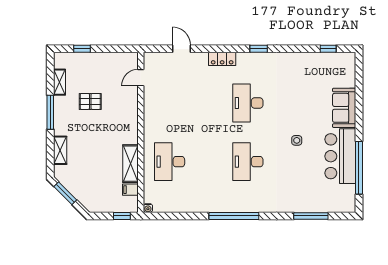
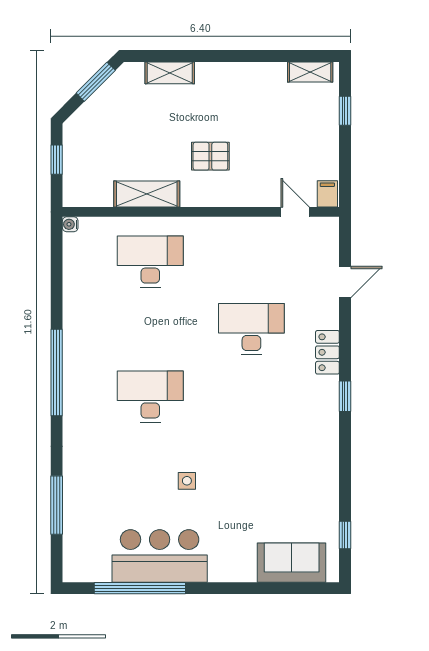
window: (259, 49) -> (345, 396), moved
shelving: (60, 82) -> (310, 72), moved
pallet: (90, 101) -> (210, 156), moved, turned 90
desk: (248, 103) -> (251, 329), moved
sofa: (344, 108) -> (292, 563), moved
window: (50, 112) -> (236, 56), removed
filing cabinet: (130, 190) -> (327, 194), moved
window: (122, 216) -> (57, 160), moved

